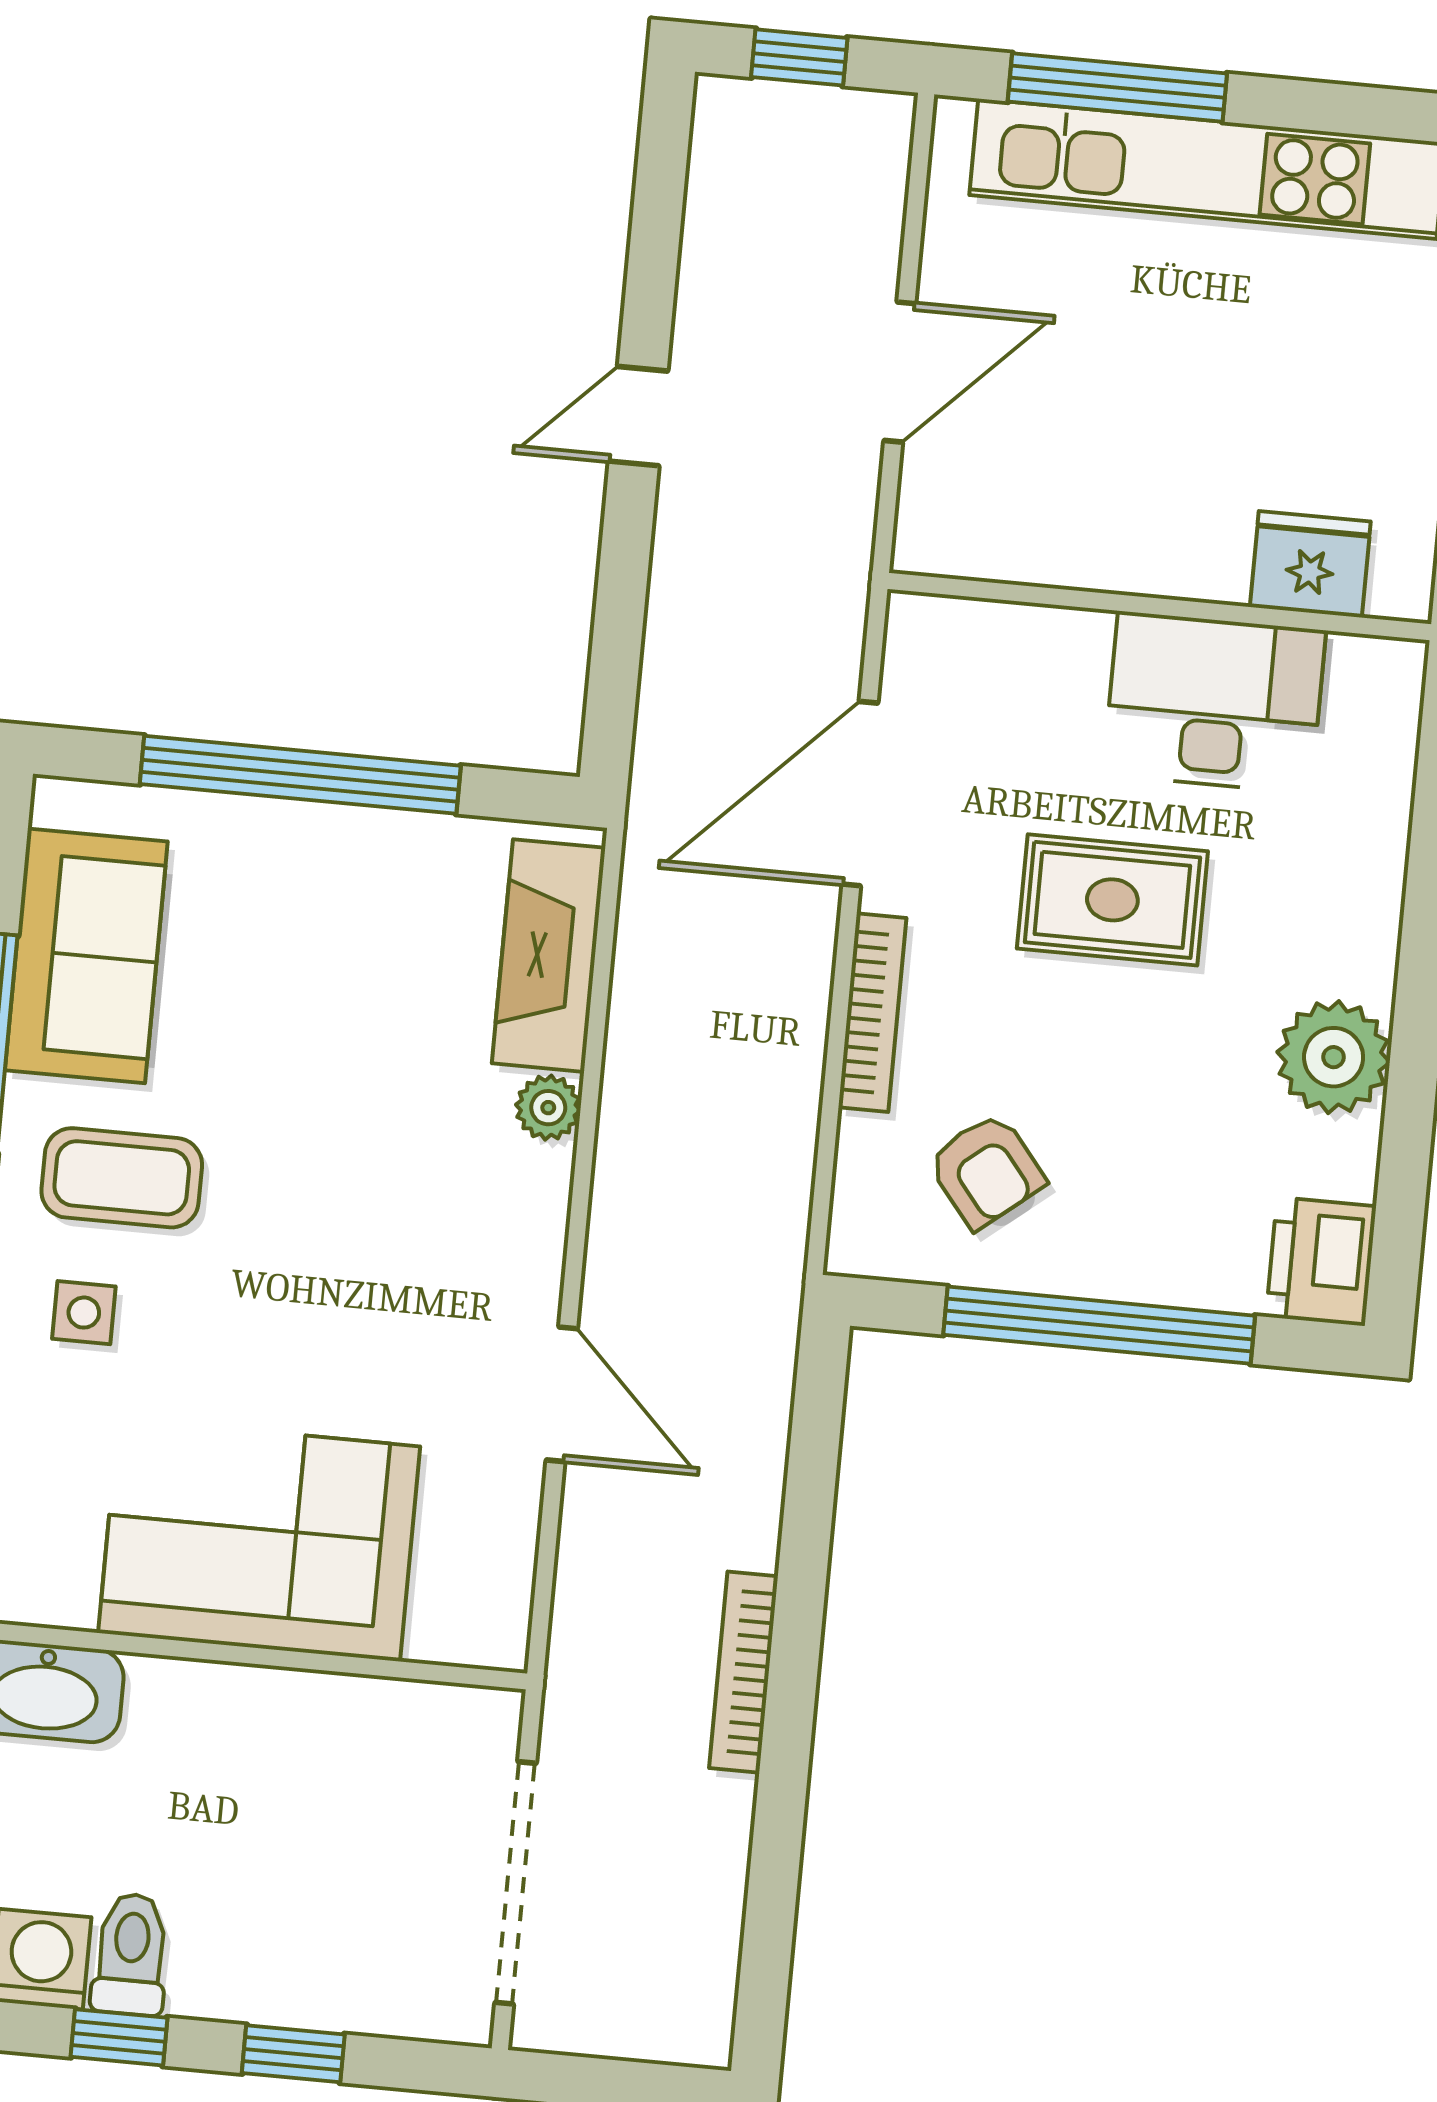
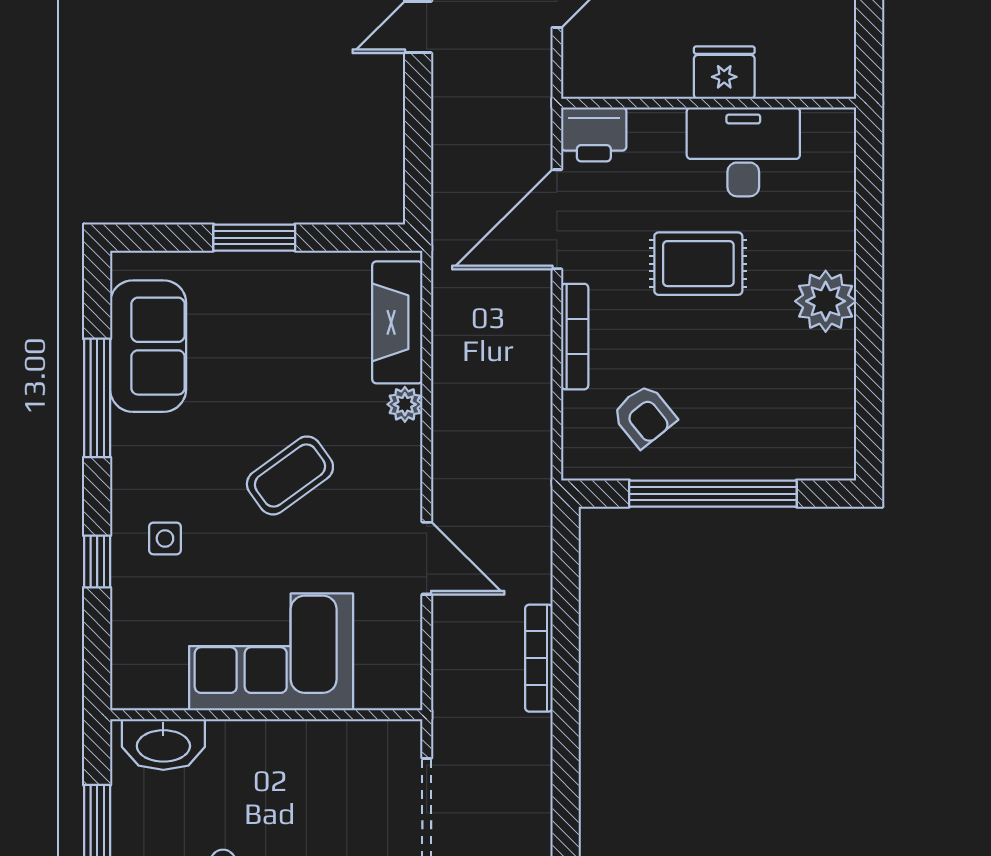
fridge: (1310, 564) -> (724, 73), moved
window: (300, 775) -> (254, 238), width x0.47
plant: (1334, 1057) -> (826, 301), moved
coffee table: (122, 1178) -> (290, 475), moved, turned -36
printer: (1321, 1261) -> (594, 134), moved, turned -90
bookcase: (743, 1672) -> (539, 658), moved

